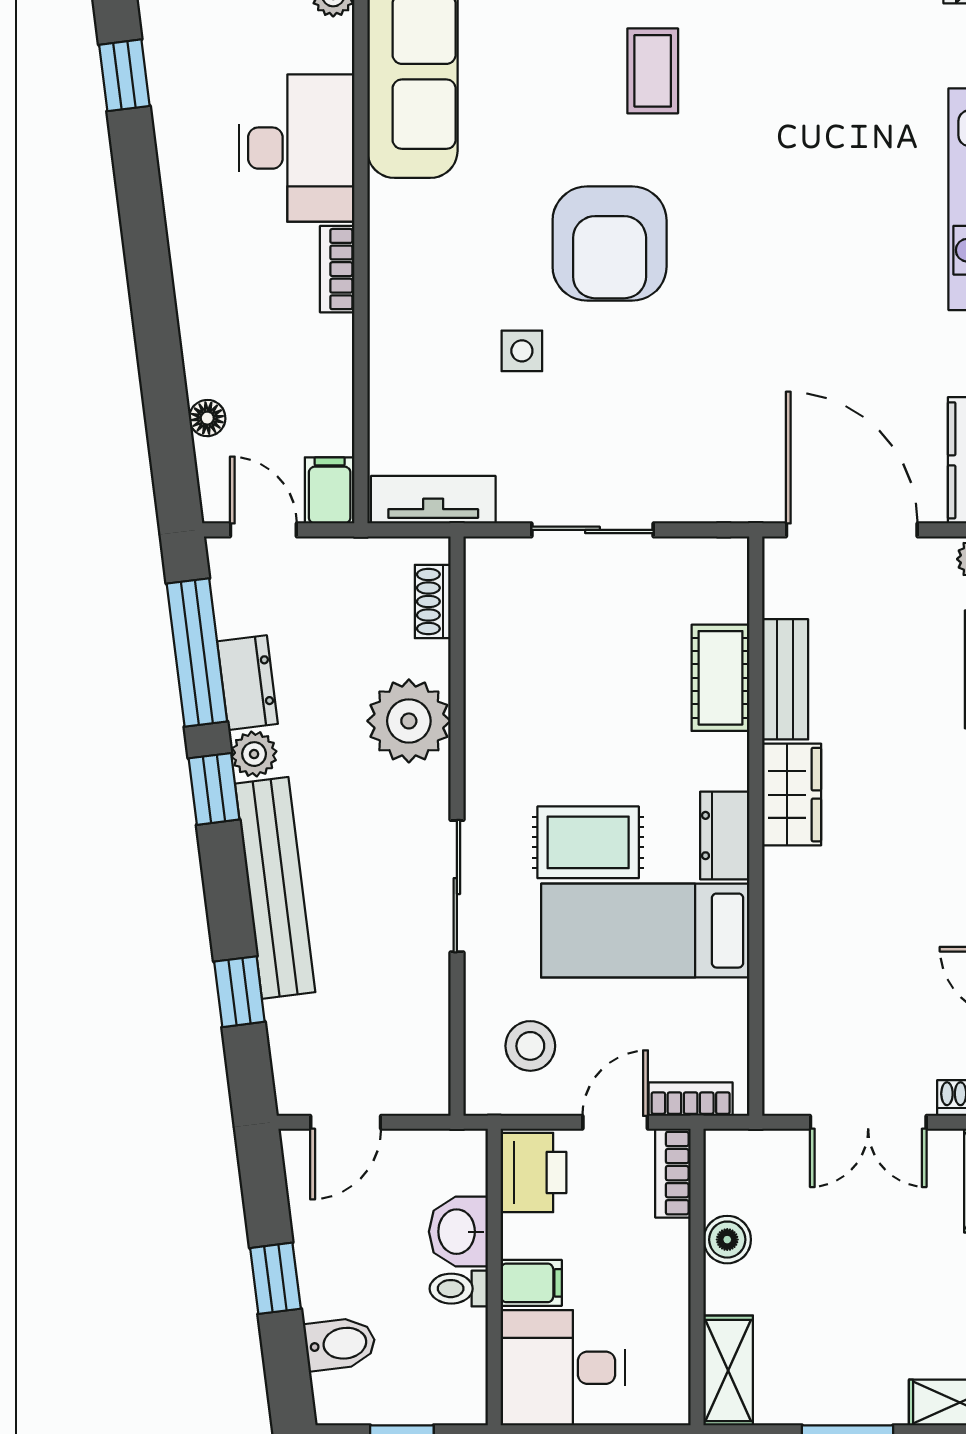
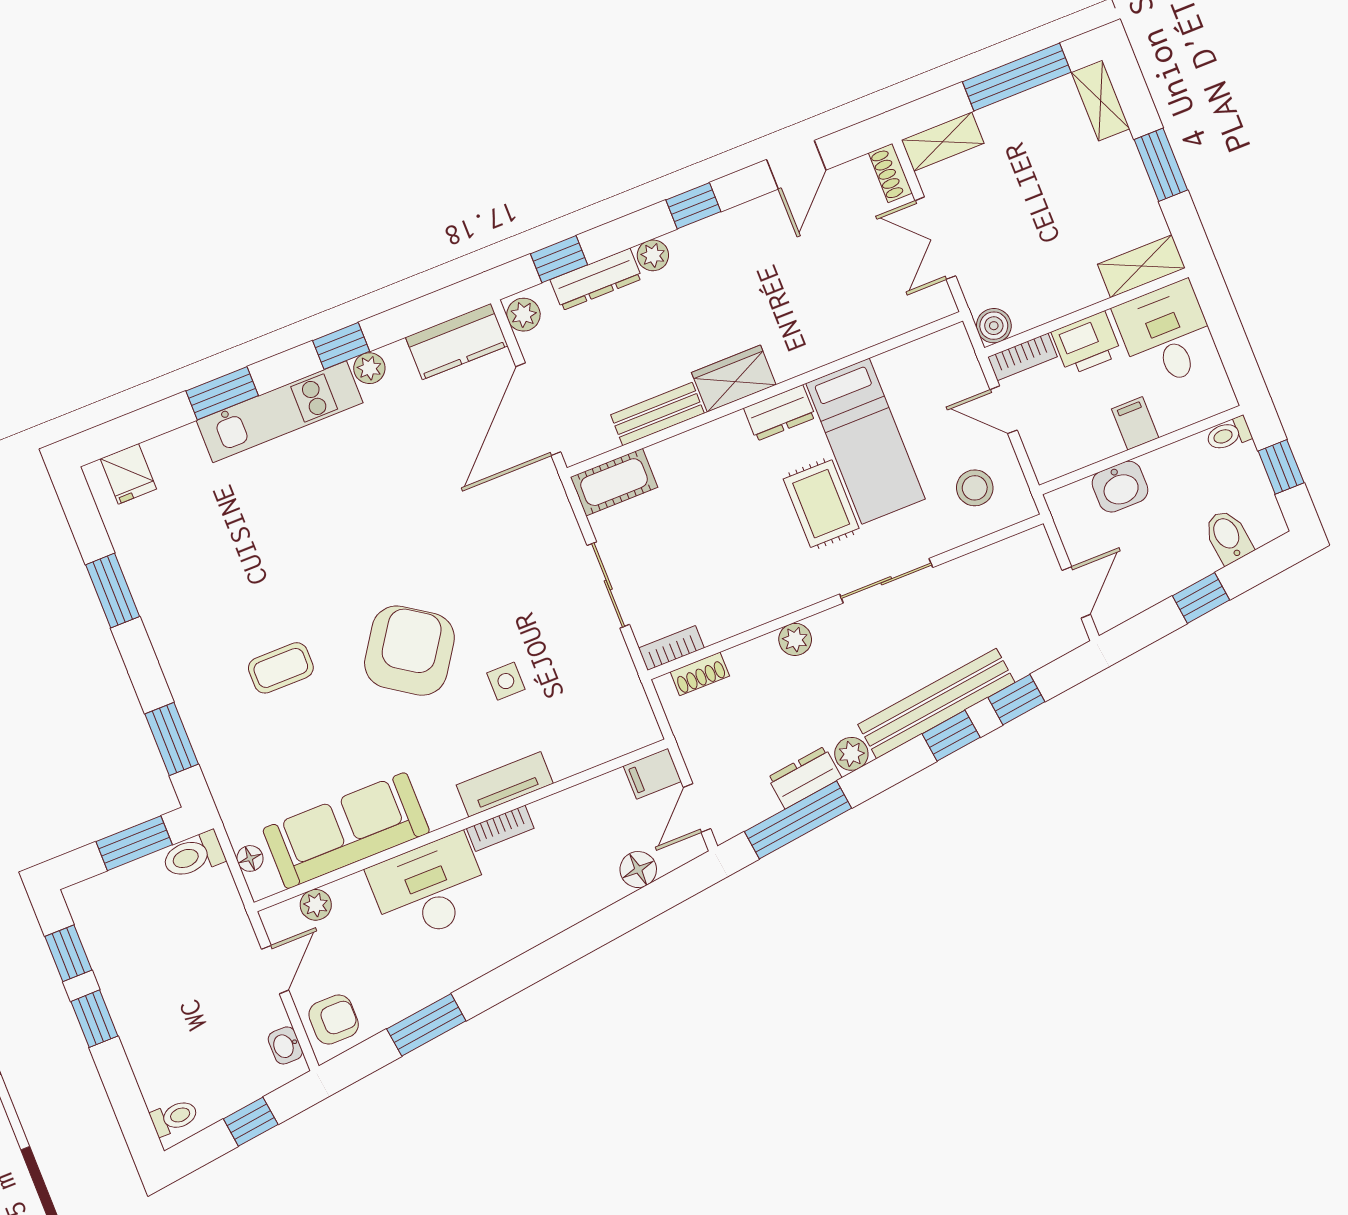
window: (124, 75) -> (426, 1025), width x1.50
armchair: (610, 244) -> (409, 651), turned -56
floor lamp: (207, 418) -> (638, 870), width x1.37, depth x1.37
tv unit: (433, 500) -> (505, 784), moved, turned 90
cot: (720, 678) -> (614, 482), moved
plant: (409, 721) -> (795, 639), width x0.53, depth x0.53
window: (214, 789) -> (951, 736), moved
bookcase: (691, 1099) -> (671, 648), moved, turned 90
door: (346, 1122) -> (1076, 592), hinge flipped
double door: (868, 1122) -> (935, 238), swing flipped
printer: (534, 1172) -> (1086, 343), moved, turned 180
boiler: (727, 1240) -> (994, 326), moved
toilet: (459, 1289) -> (1229, 434), moved, turned 90
desk: (563, 1368) -> (1166, 335), moved, turned 180

